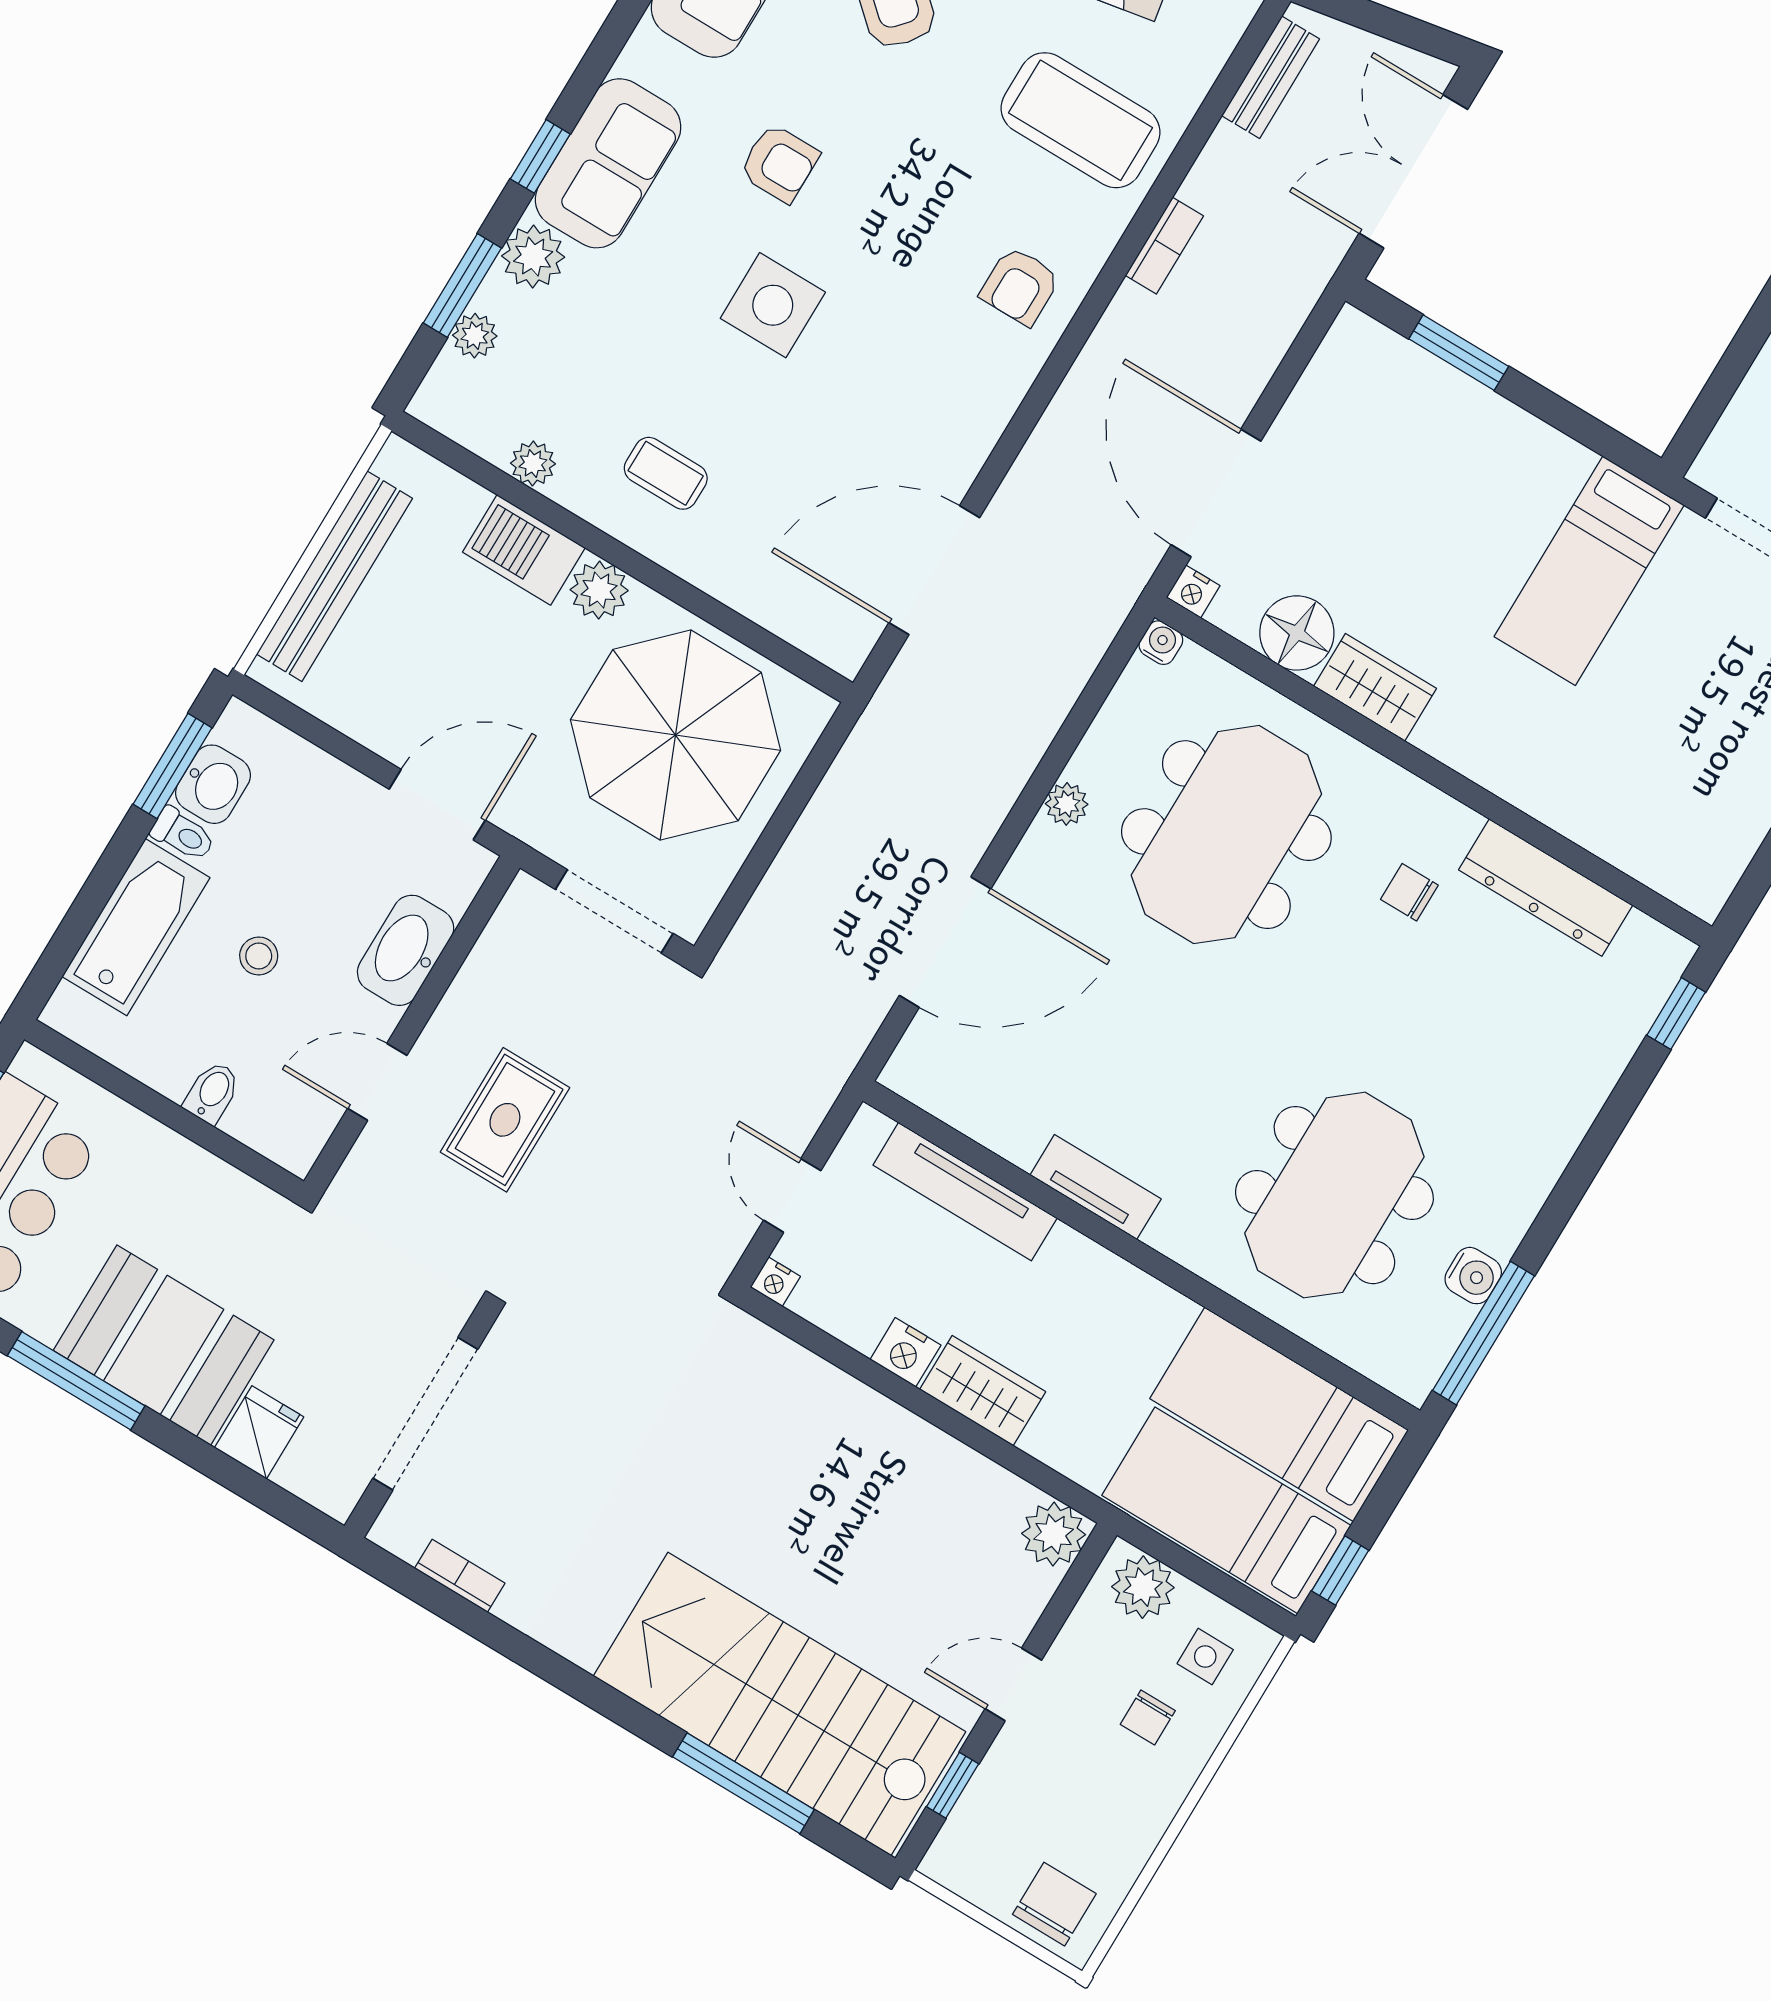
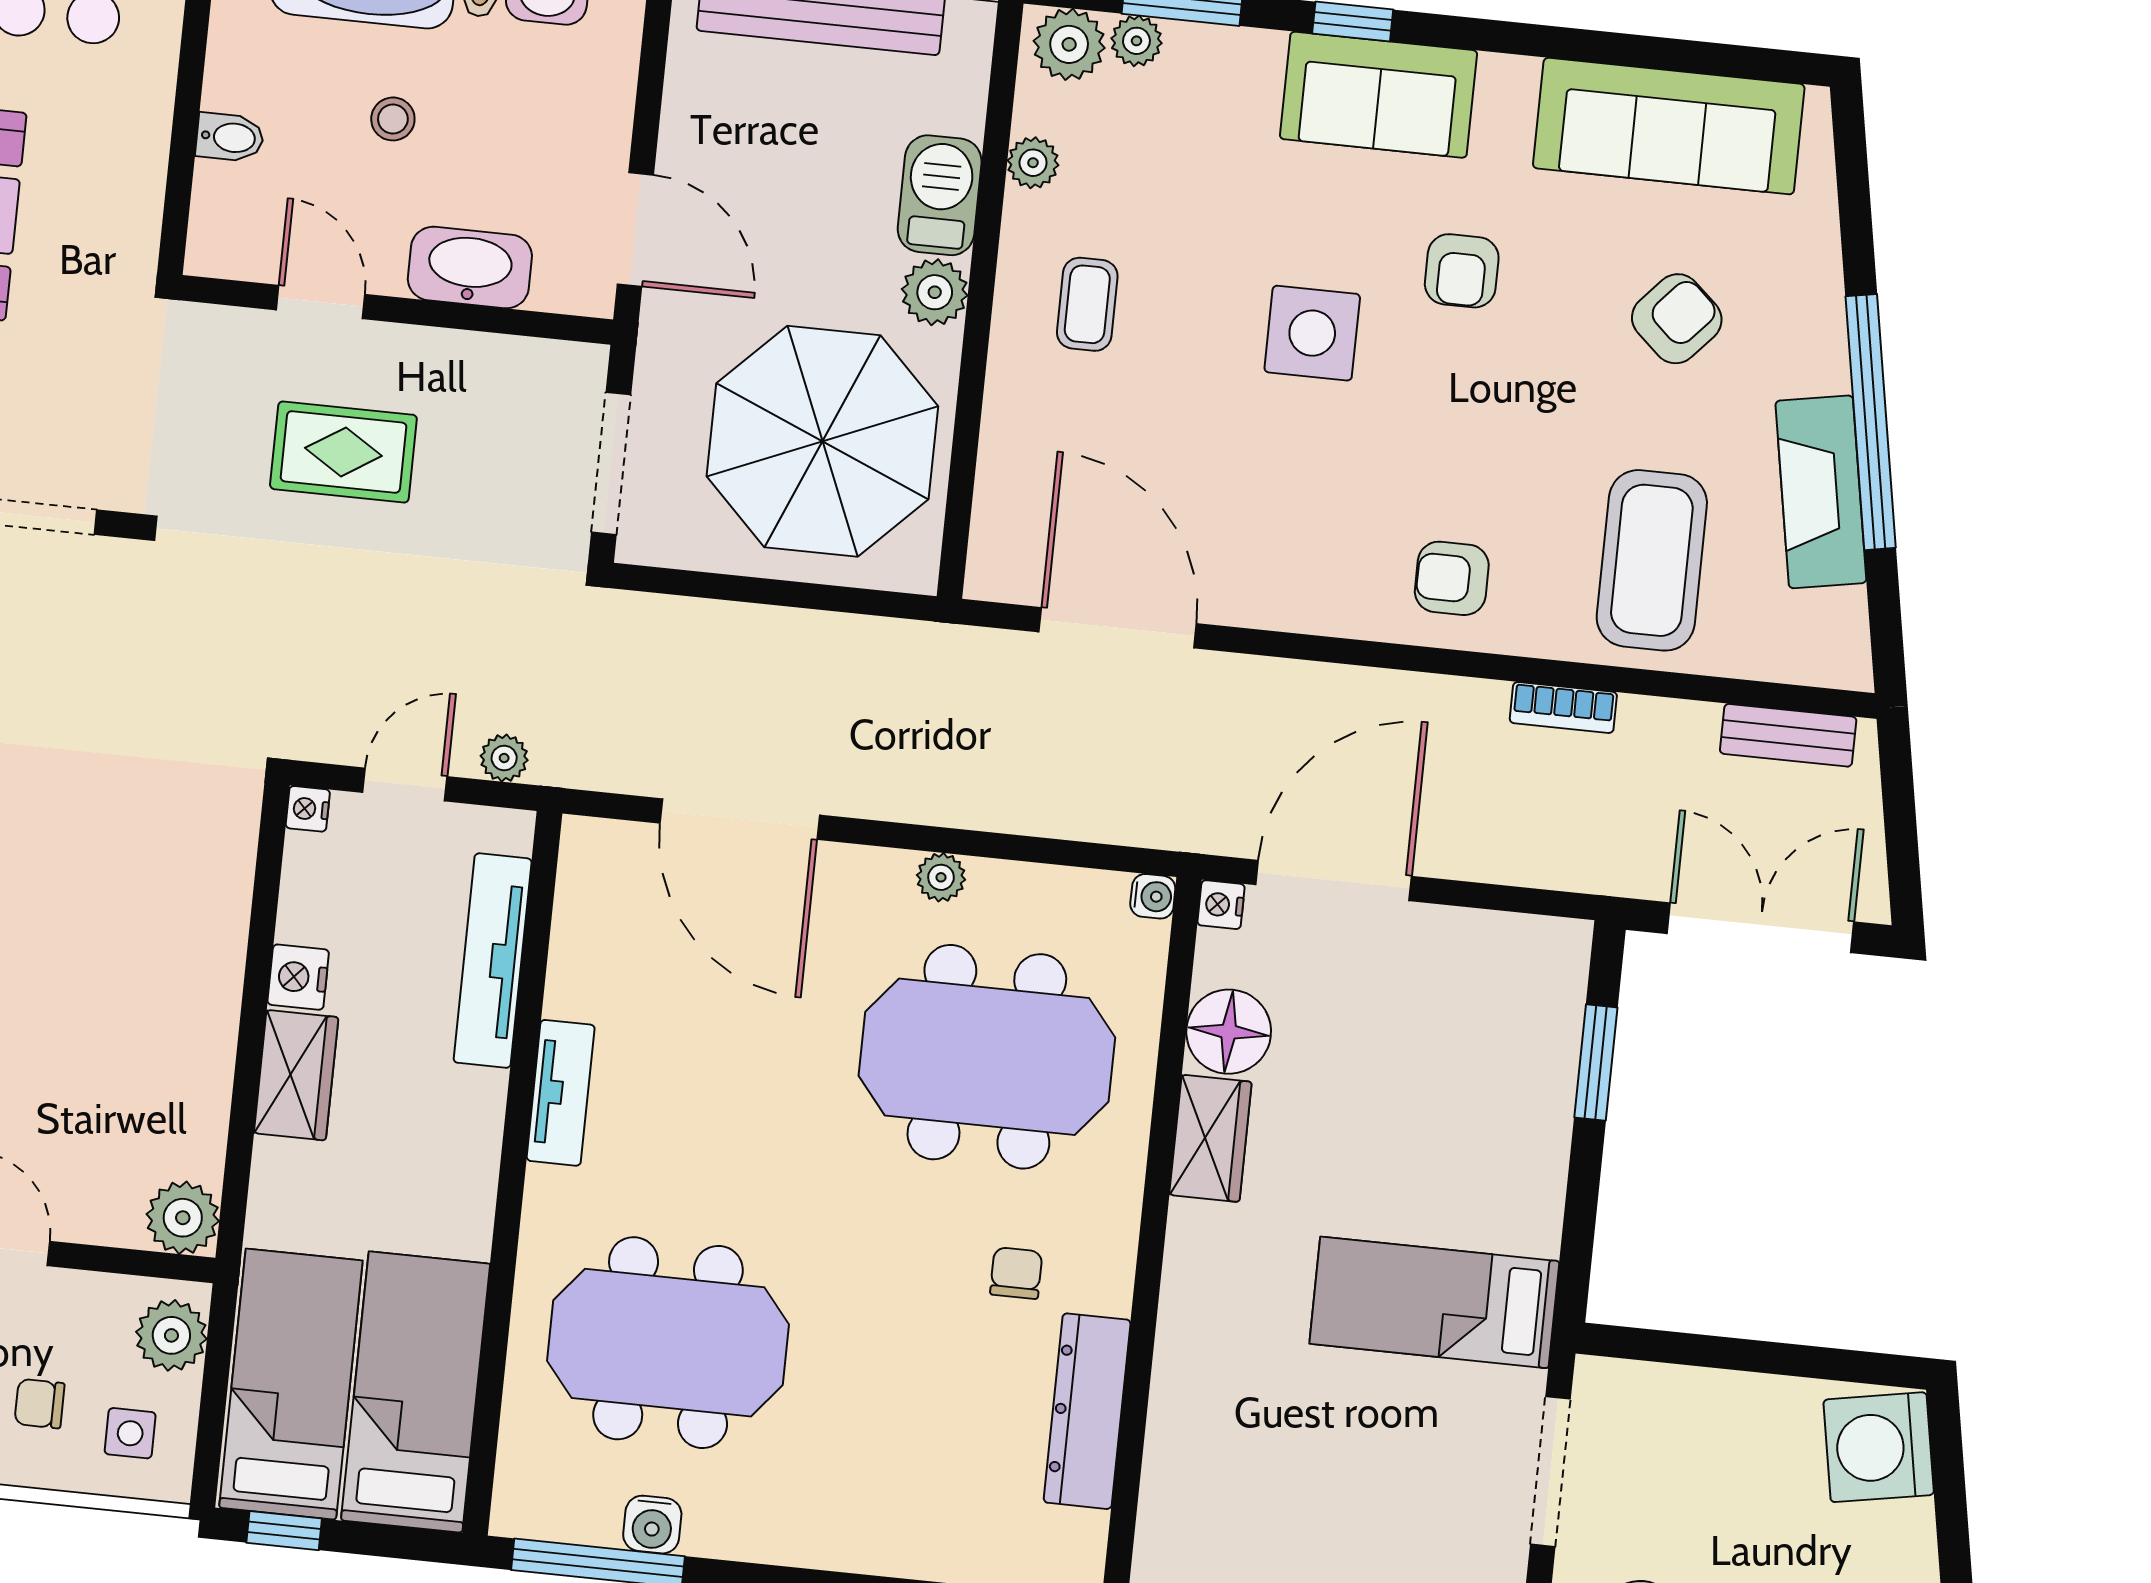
plant: (533, 257) -> (1069, 44), moved
plant: (808, 1107) -> (504, 758), added

